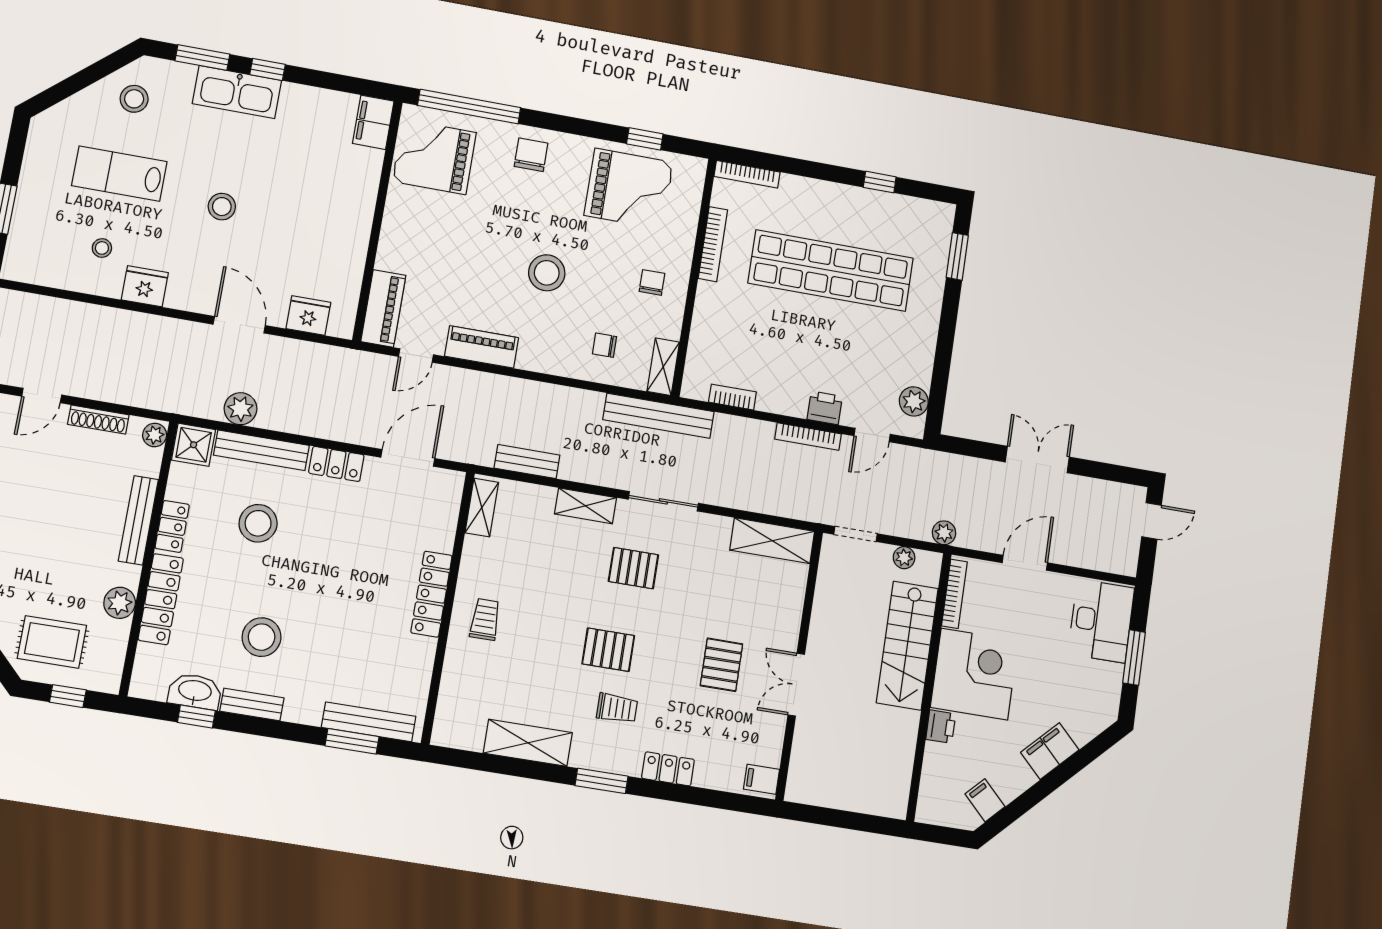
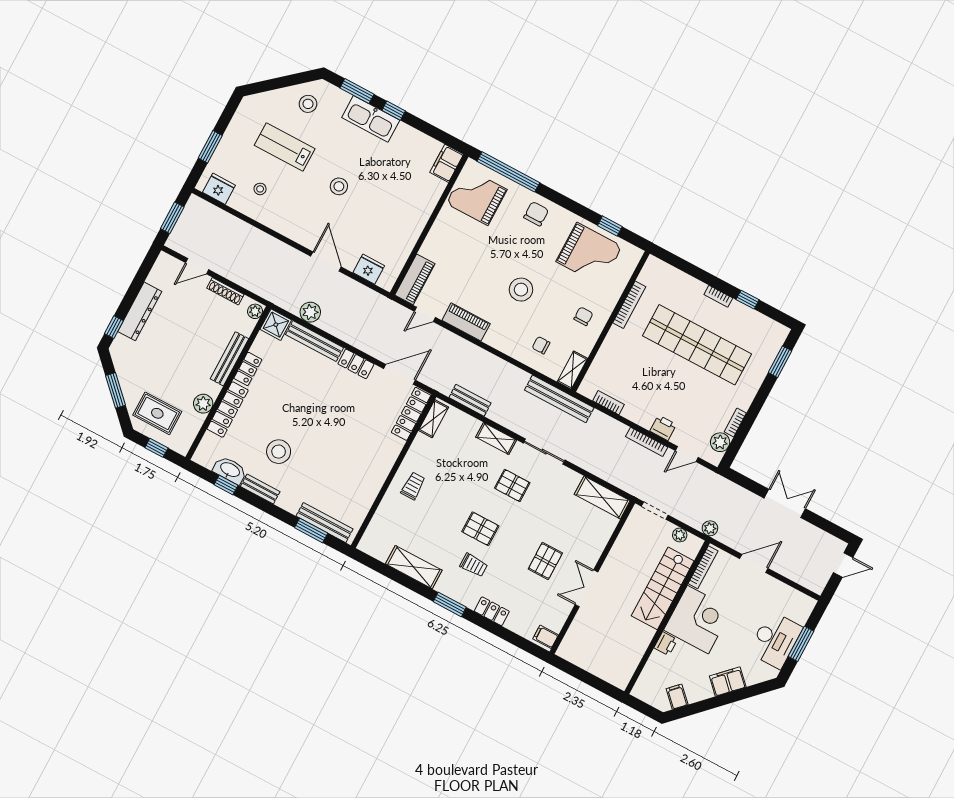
bookcase: (747, 174) -> (718, 296), moved, width x0.64
fridge: (145, 286) -> (219, 189), moved
bookcase: (925, 365) -> (735, 422), added
stool: (258, 523) -> (298, 384), removed
locker: (431, 594) -> (411, 414), moved
desk: (1101, 621) -> (775, 640), moved

